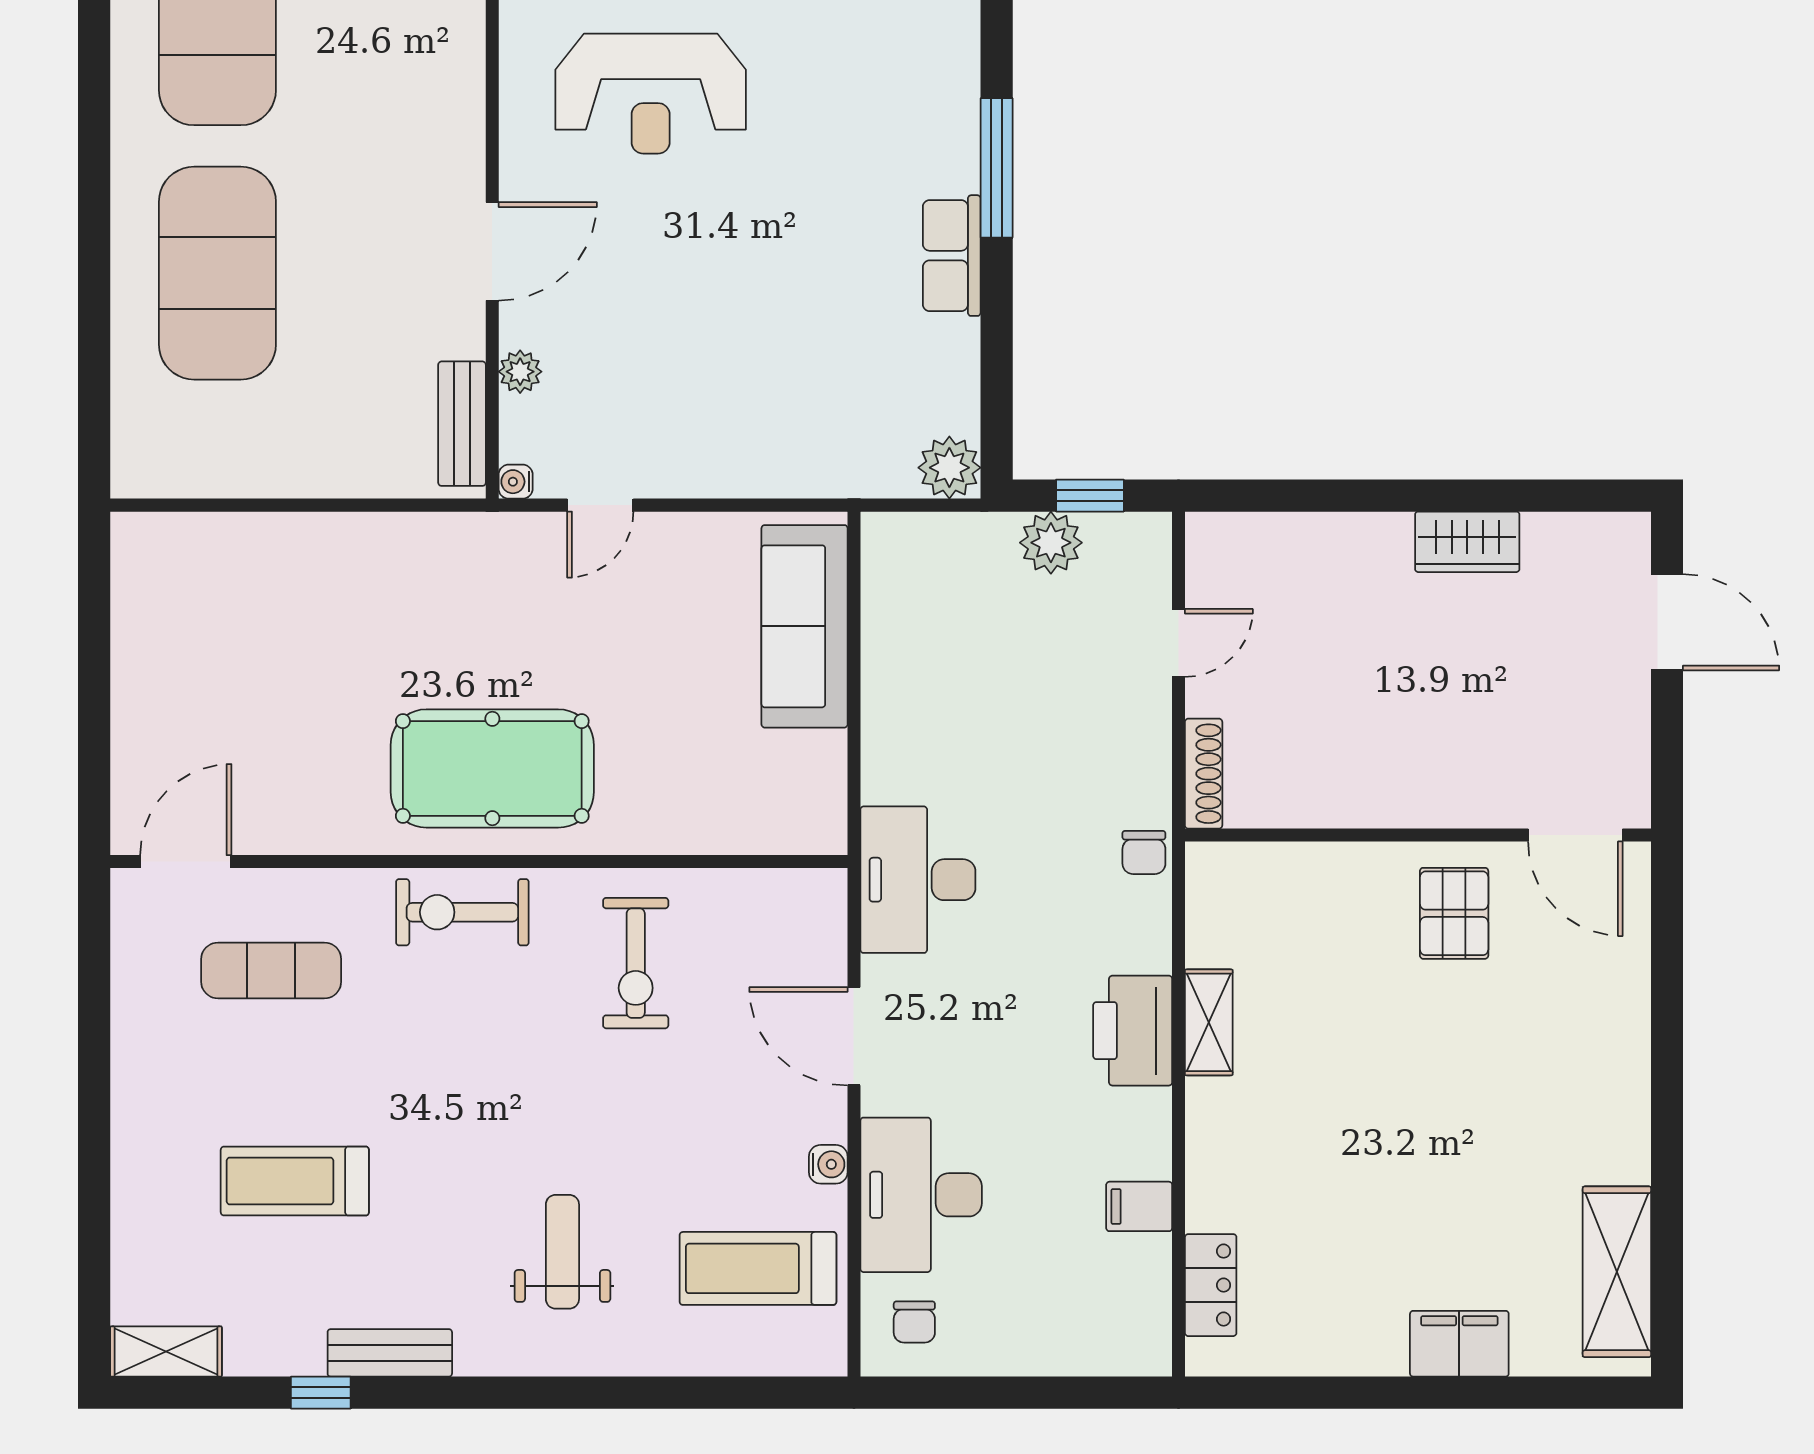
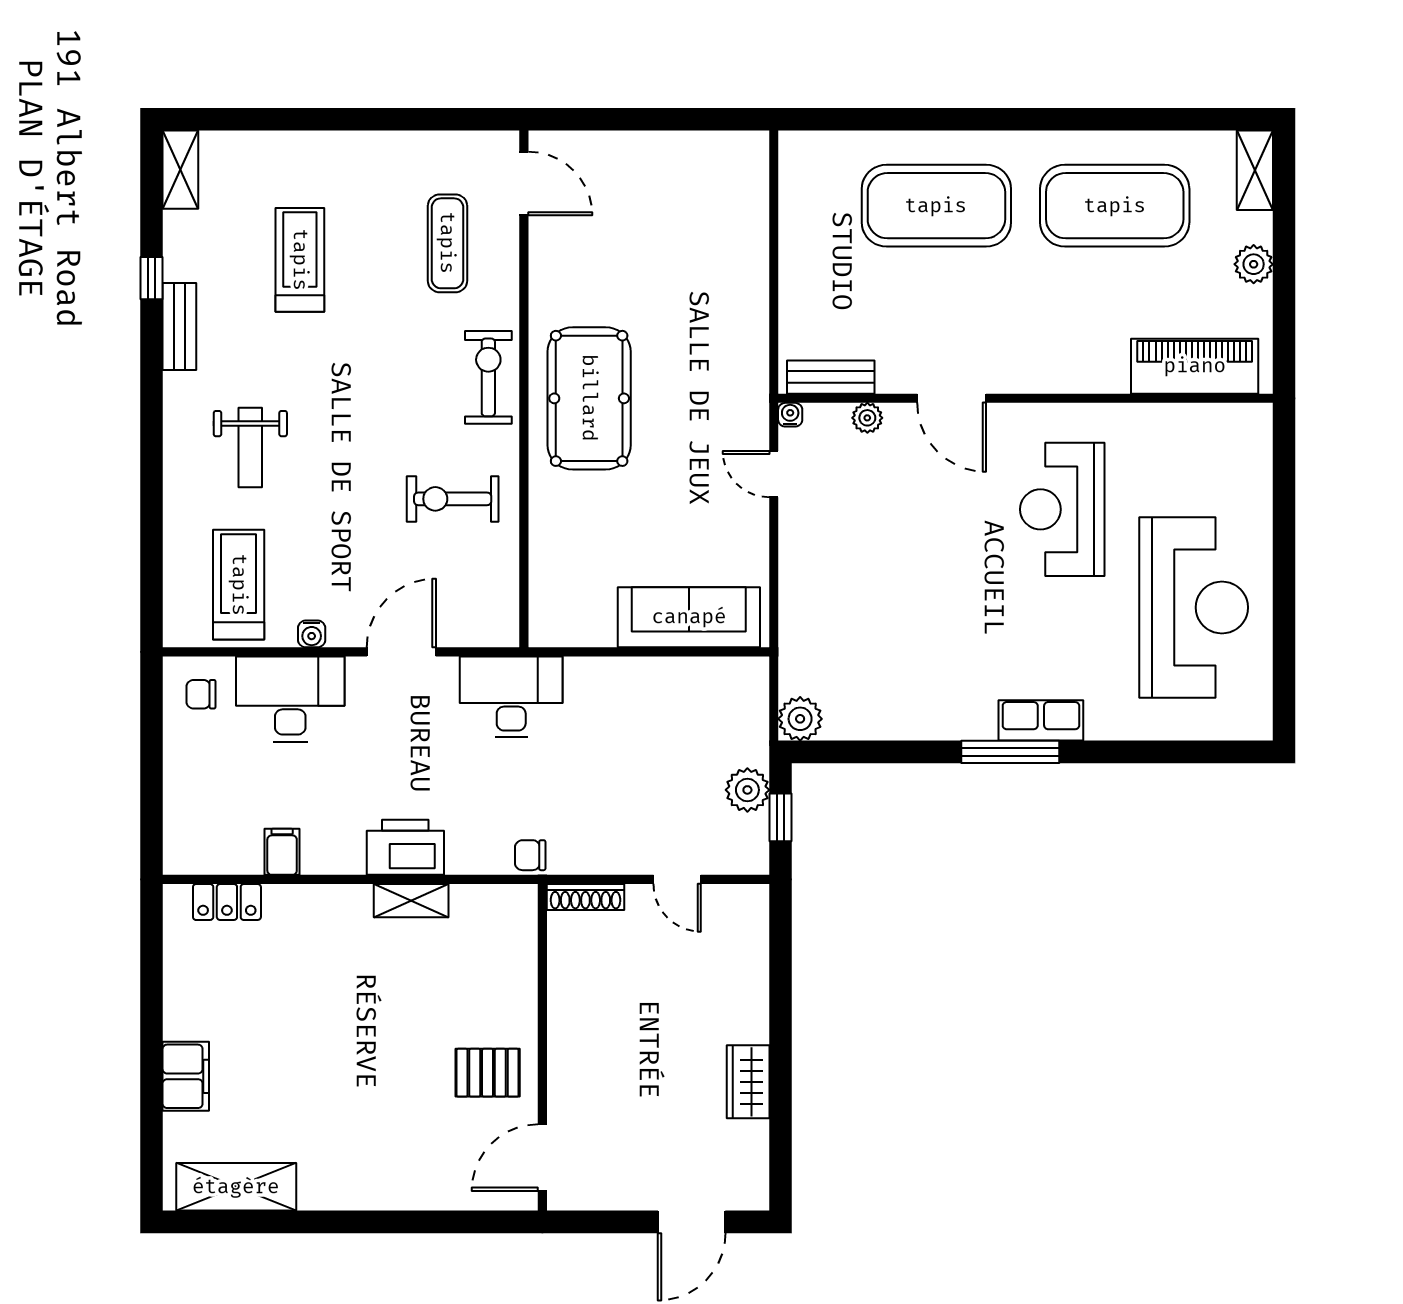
row of seats: (952, 256) -> (1041, 720), moved
weight bench: (562, 1252) -> (250, 448), turned 90

